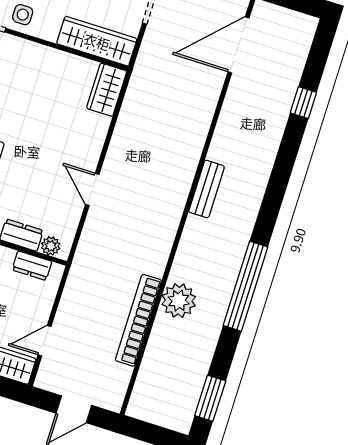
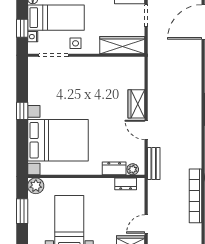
wardrobe: (107, 90) -> (136, 104), moved
bench: (87, 247) -> (154, 163), added

